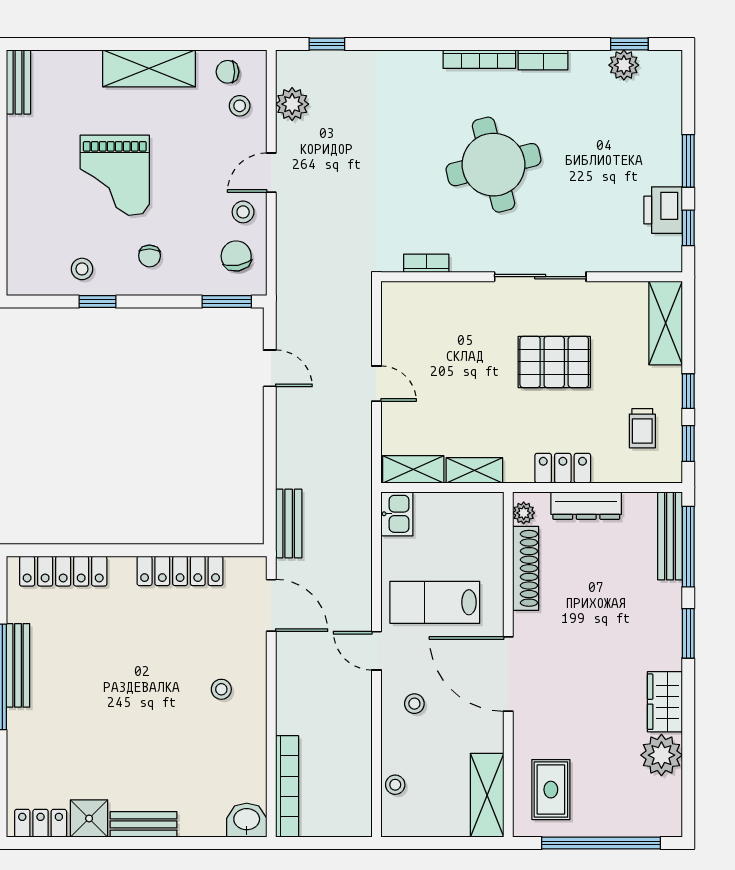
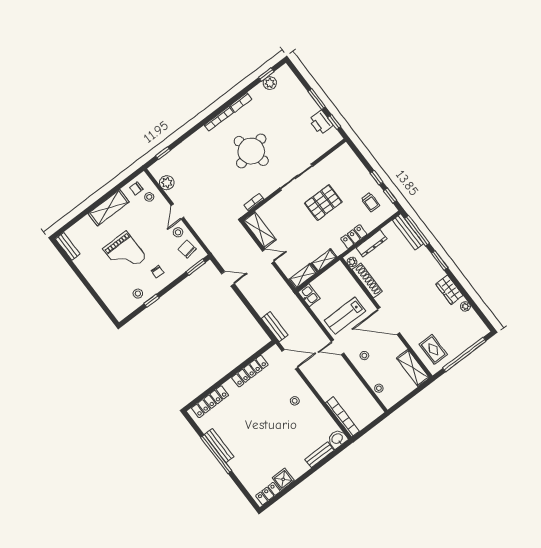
shelving: (666, 323) -> (260, 230), moved
plant: (661, 755) -> (465, 306), width x0.53, depth x0.53
bench: (143, 824) -> (319, 455), moved

